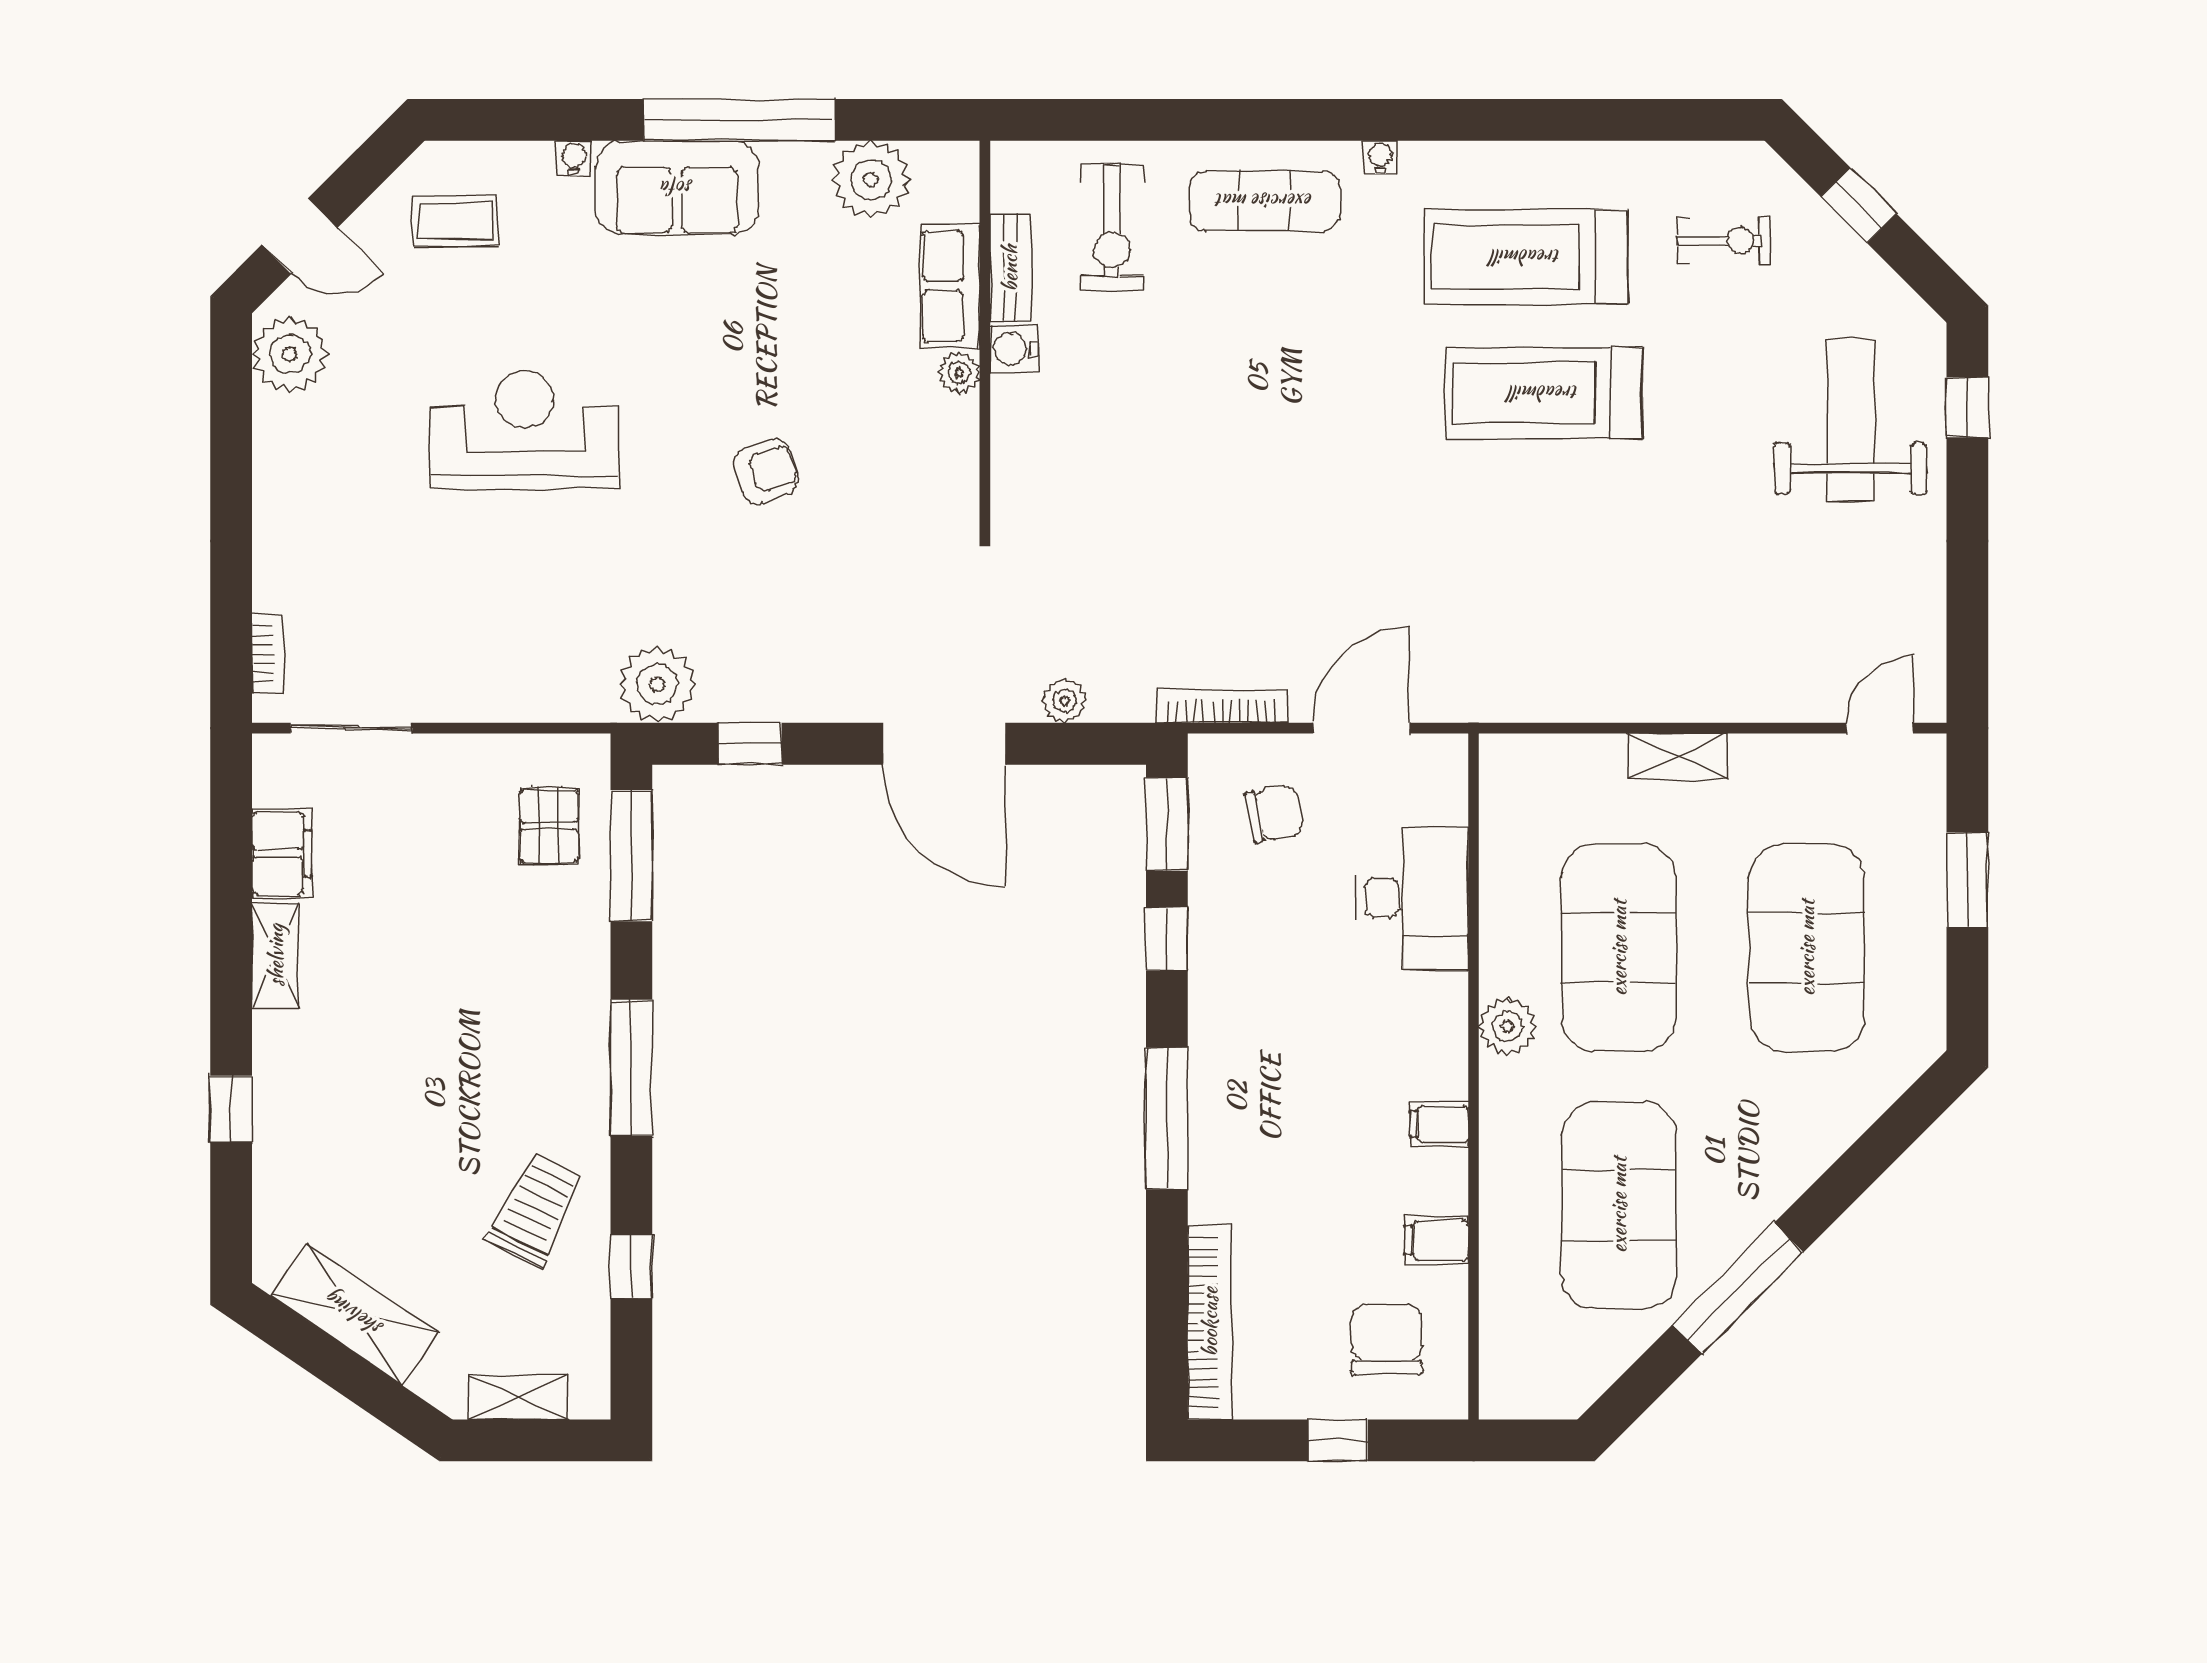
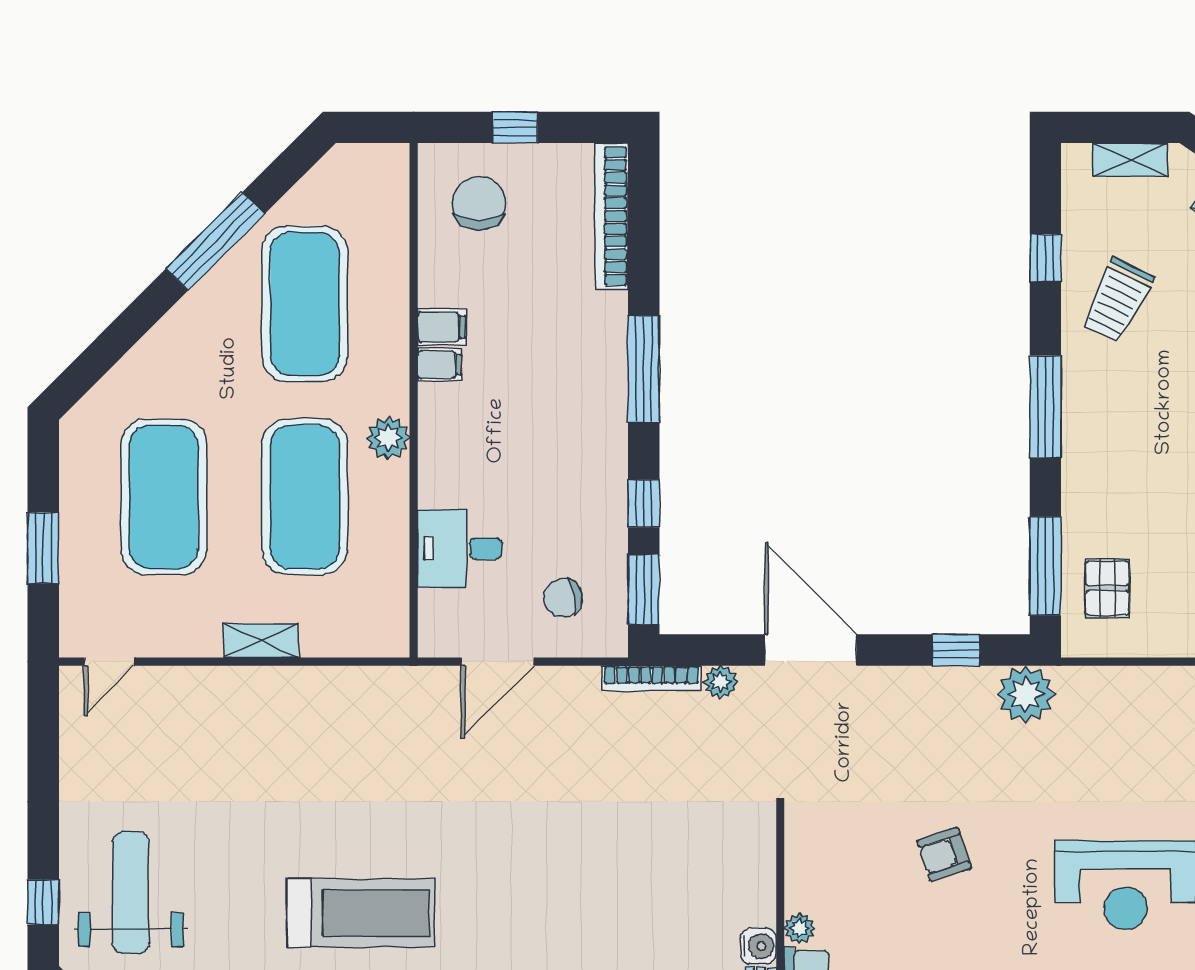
weight bench: (1851, 420) -> (131, 893), turned 180
bookcase: (1222, 706) -> (651, 678), moved
desk: (1412, 898) -> (460, 549), width x0.73
filing cabinet: (1436, 1240) -> (442, 327), moved
chair: (1387, 1339) -> (479, 203), turned 180

